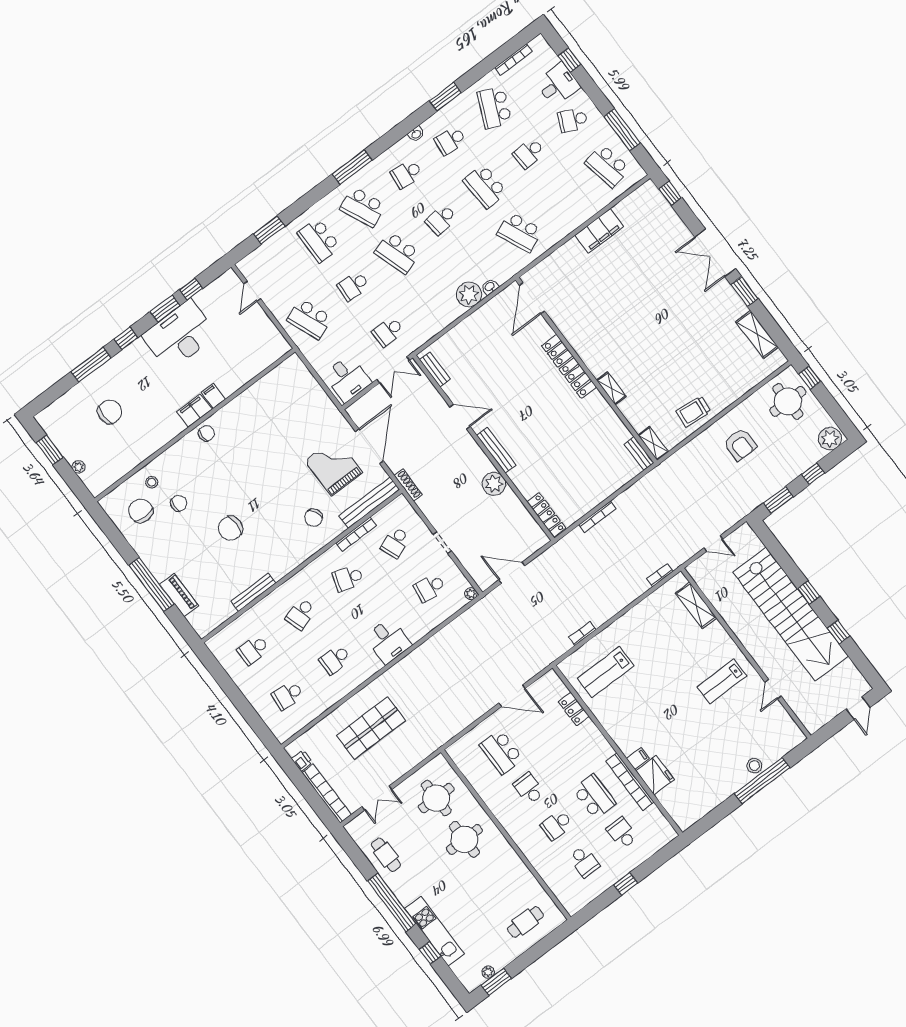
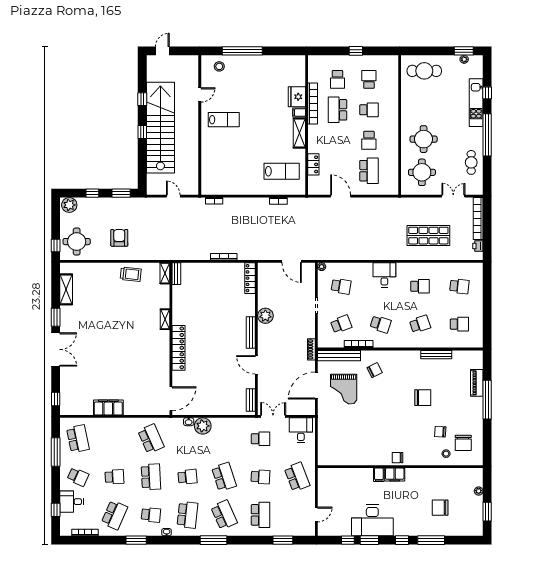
school desk: (407, 174) -> (187, 515), width x1.85
shelving: (696, 605) -> (299, 133), moved
stool: (754, 766) -> (219, 66), moved
cafe table: (525, 922) -> (424, 71), width x1.37, depth x1.35

